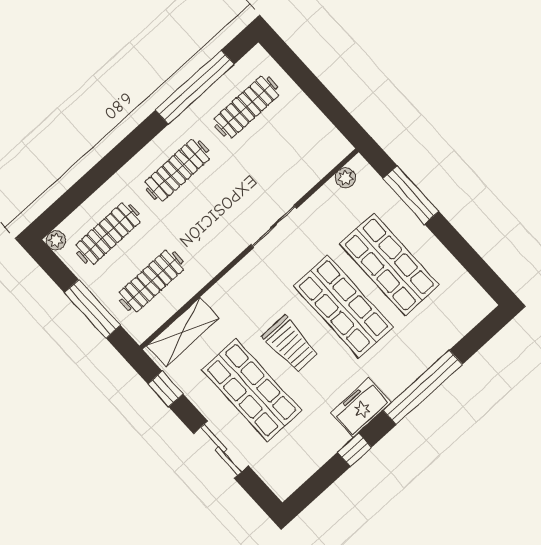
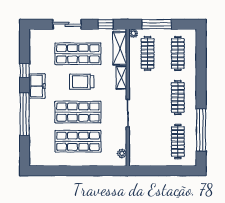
window: (411, 195) -> (95, 171), removed
plant: (56, 240) -> (133, 33), moved
shelving: (227, 287) -> (121, 78), added

